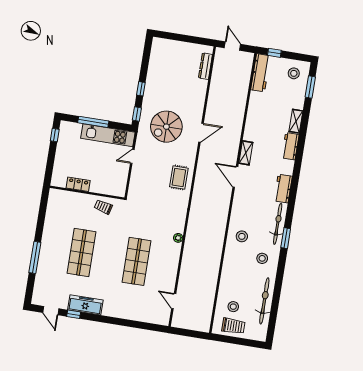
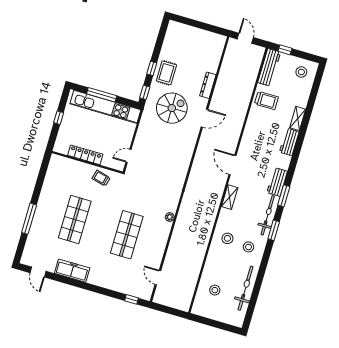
dresser: (205, 66) -> (208, 85), moved
window: (310, 87) -> (284, 196), moved
spiral stairs: (166, 127) -> (172, 108), turned 180
window: (55, 135) -> (59, 118), moved
kitchen unit: (108, 135) -> (105, 107), width x1.36
shelving: (246, 153) -> (230, 197), moved
door: (132, 156) -> (129, 156), moved
rug: (179, 177) -> (166, 73), moved
locker: (78, 184) -> (85, 155), width x1.53
stool: (242, 236) -> (227, 238), moved
window: (74, 314) -> (132, 299), moved
trolley: (233, 326) -> (266, 100), moved

